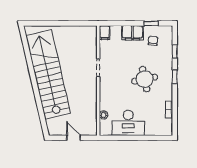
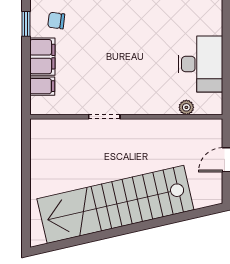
filing cabinet: (105, 33) -> (42, 86), moved
round table: (145, 79) -> (124, 35), removed

